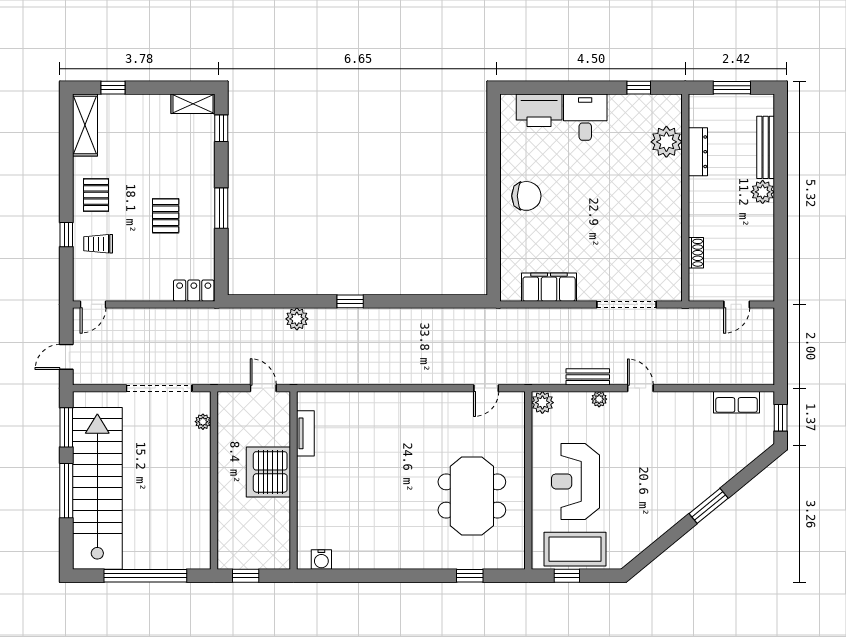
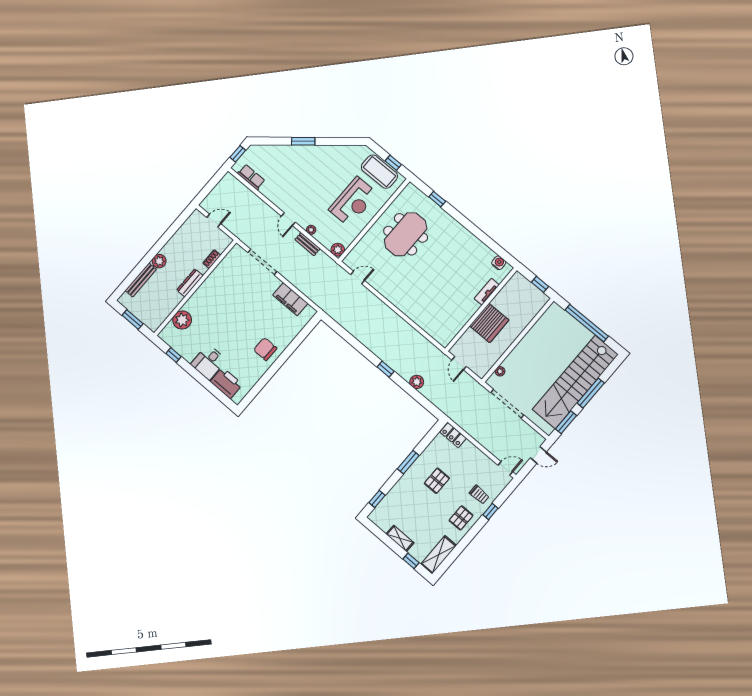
shelving: (193, 104) -> (400, 538), moved
dresser: (698, 152) -> (190, 283), moved
tv unit: (305, 433) -> (487, 292), moved

